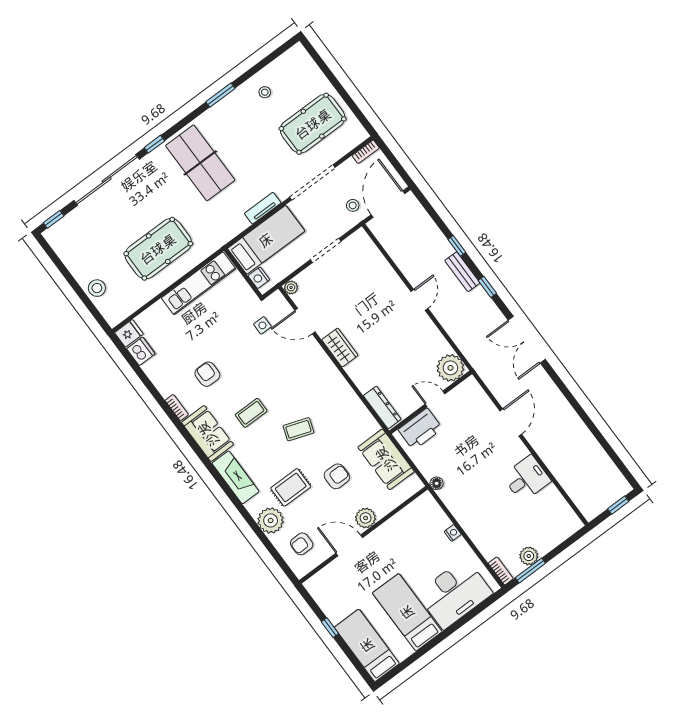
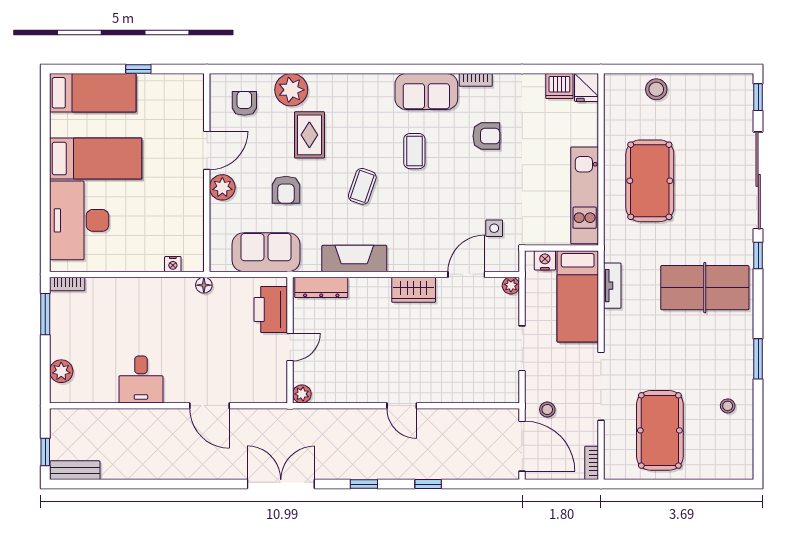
tv unit: (263, 208) -> (612, 286), moved
bench: (462, 272) -> (75, 470), moved
plant: (450, 368) -> (302, 394), width x0.53, depth x0.53
fireplace: (235, 477) -> (354, 258), moved, turned 180
nightstand: (453, 533) -> (173, 264), moved
plant: (529, 556) -> (61, 371), moved

